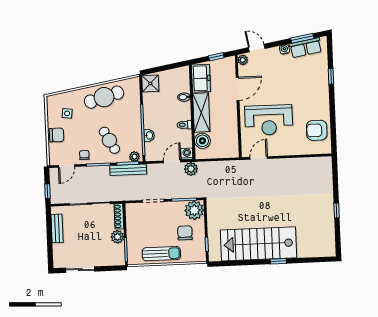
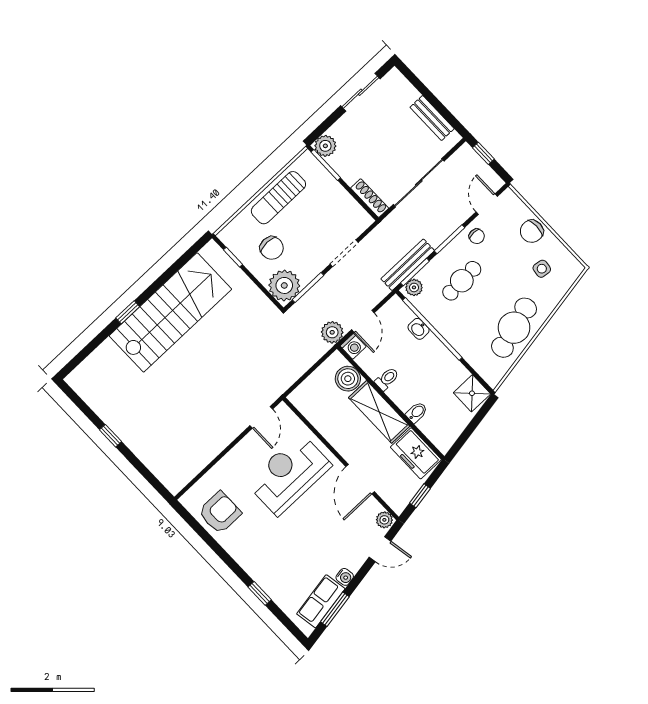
cafe table: (109, 140) -> (462, 281), turned -64
plant: (117, 237) -> (325, 146), moved

